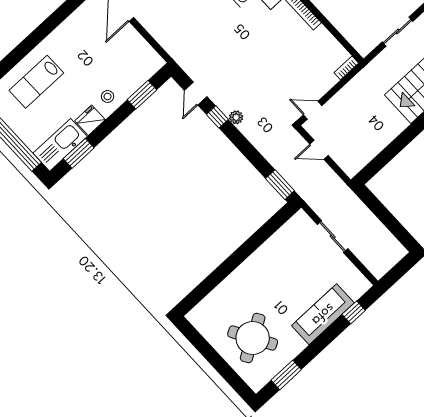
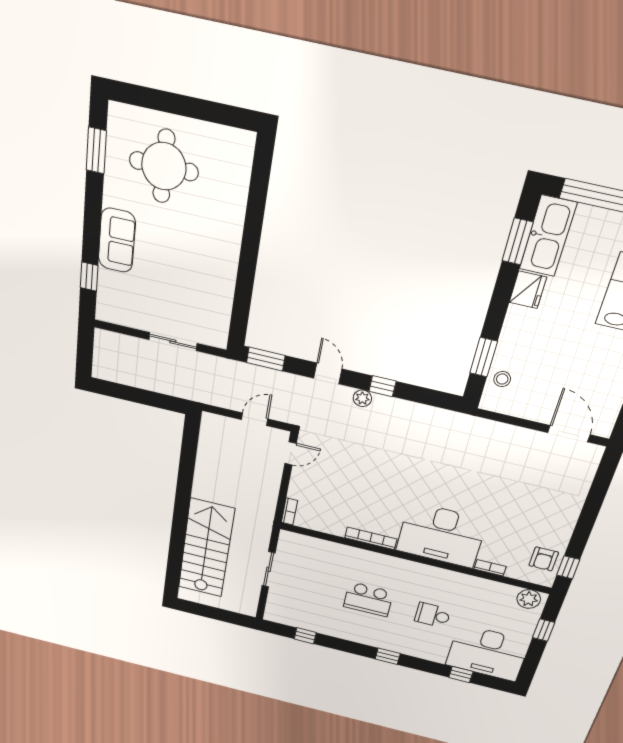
door: (196, 94) -> (328, 373), moved
stool: (108, 96) -> (502, 379), moved
sofa: (323, 314) -> (117, 240), width x0.73
round table: (253, 338) -> (164, 166), turned 30

